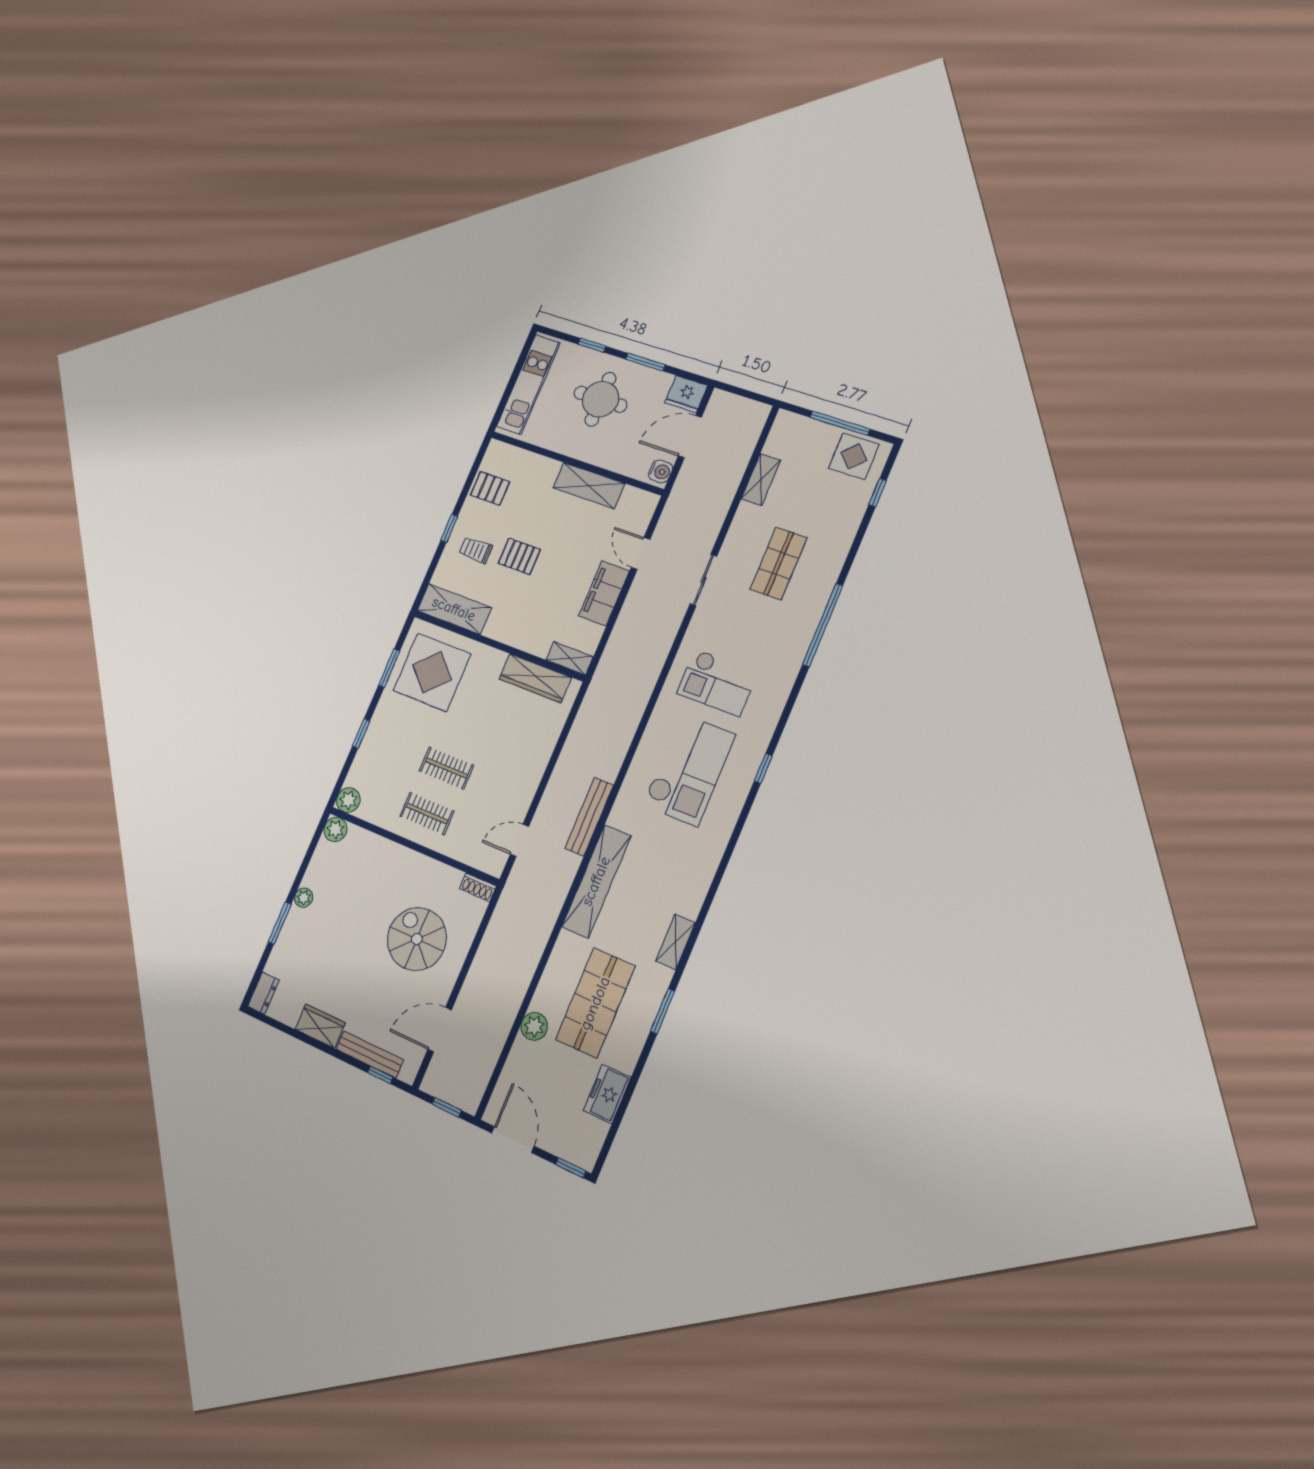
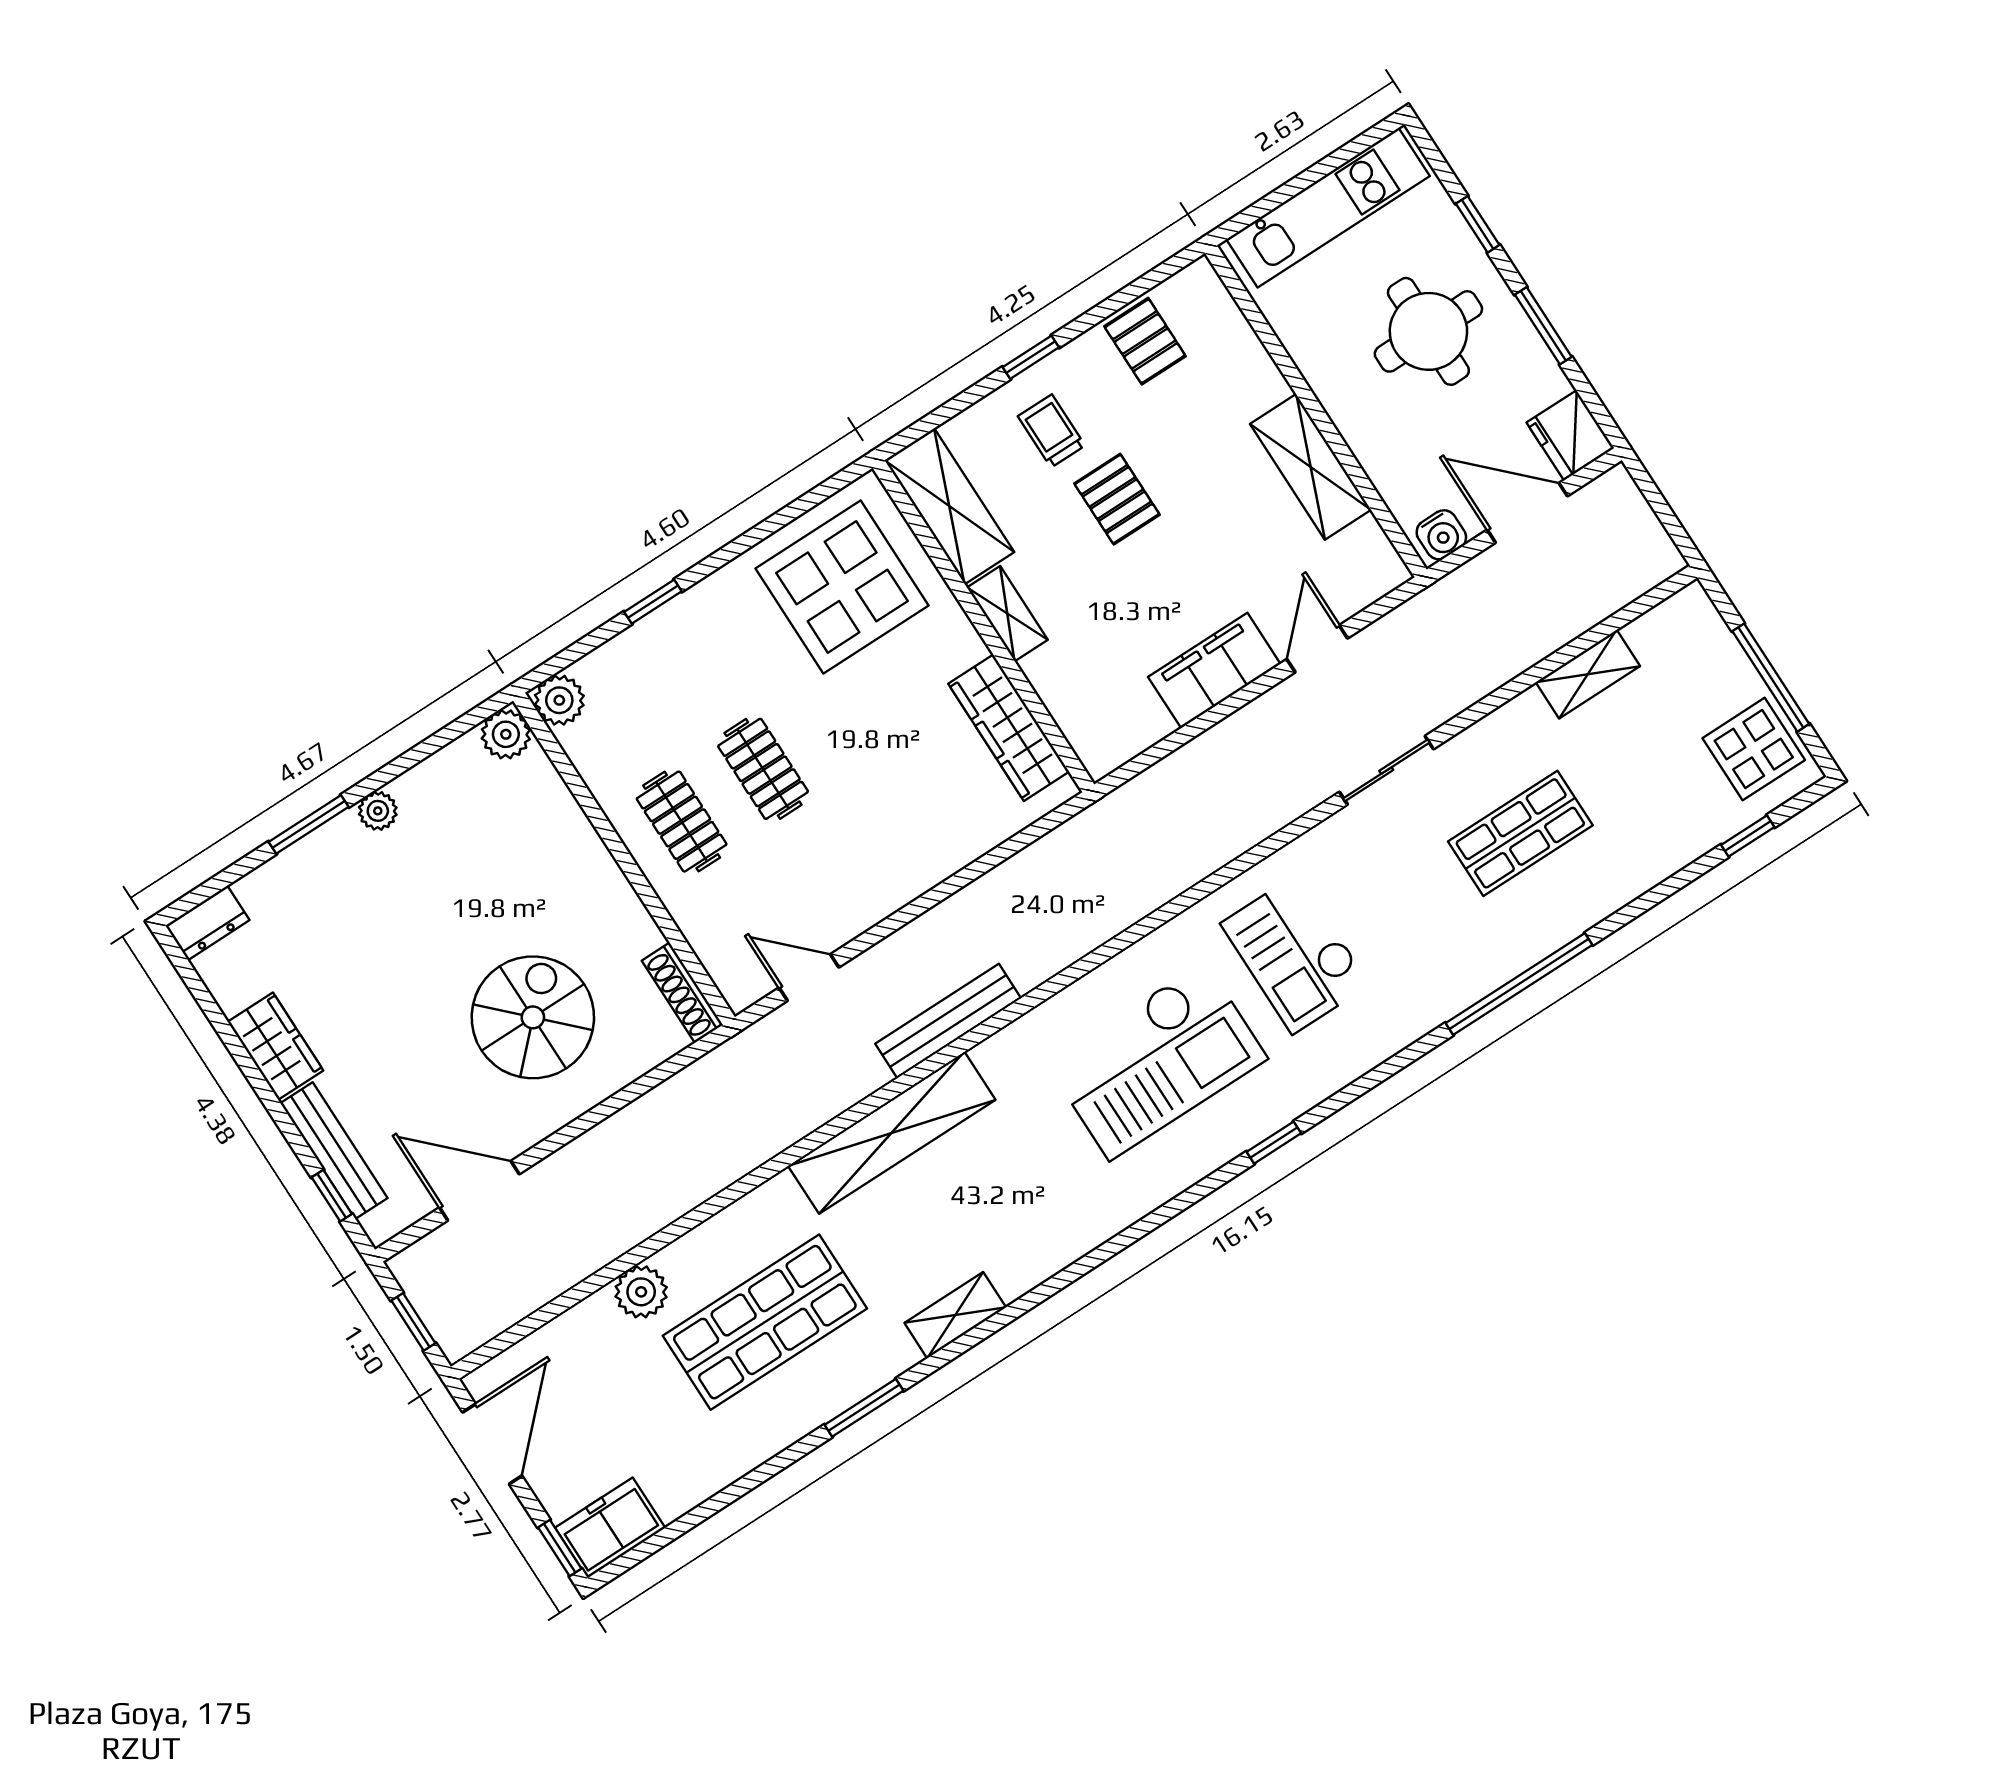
shelving: (570, 658) -> (1007, 614), moved
window: (389, 668) -> (773, 524), removed
shoe rack: (478, 887) -> (682, 993), width x1.43
freezer: (607, 1094) -> (610, 1528), moved

